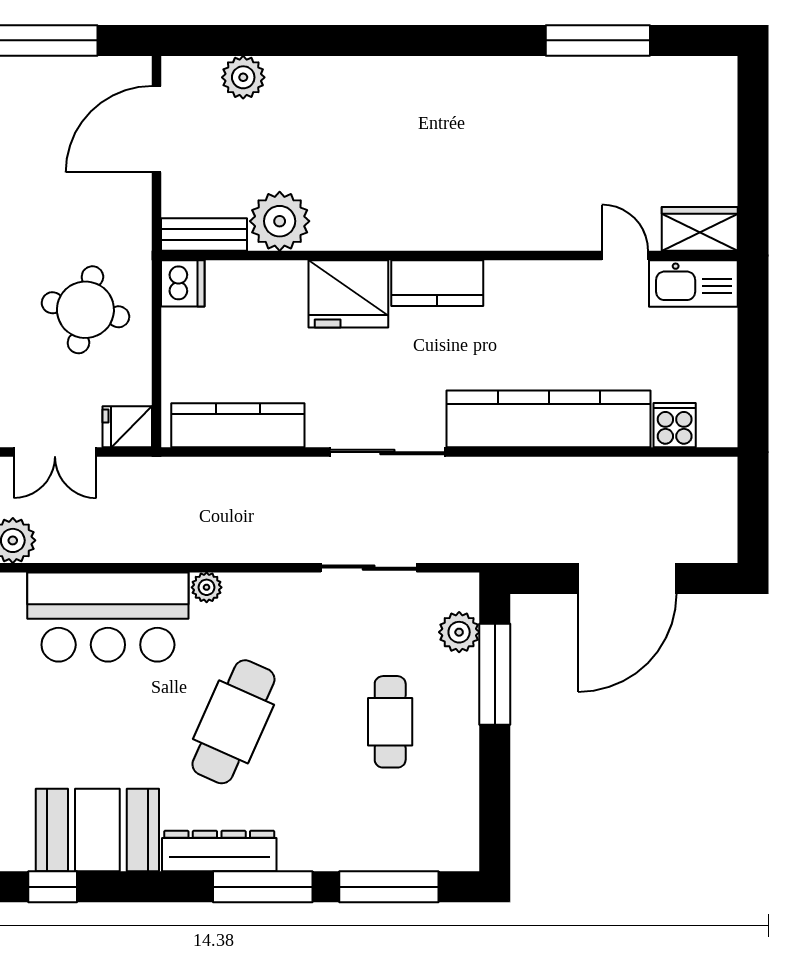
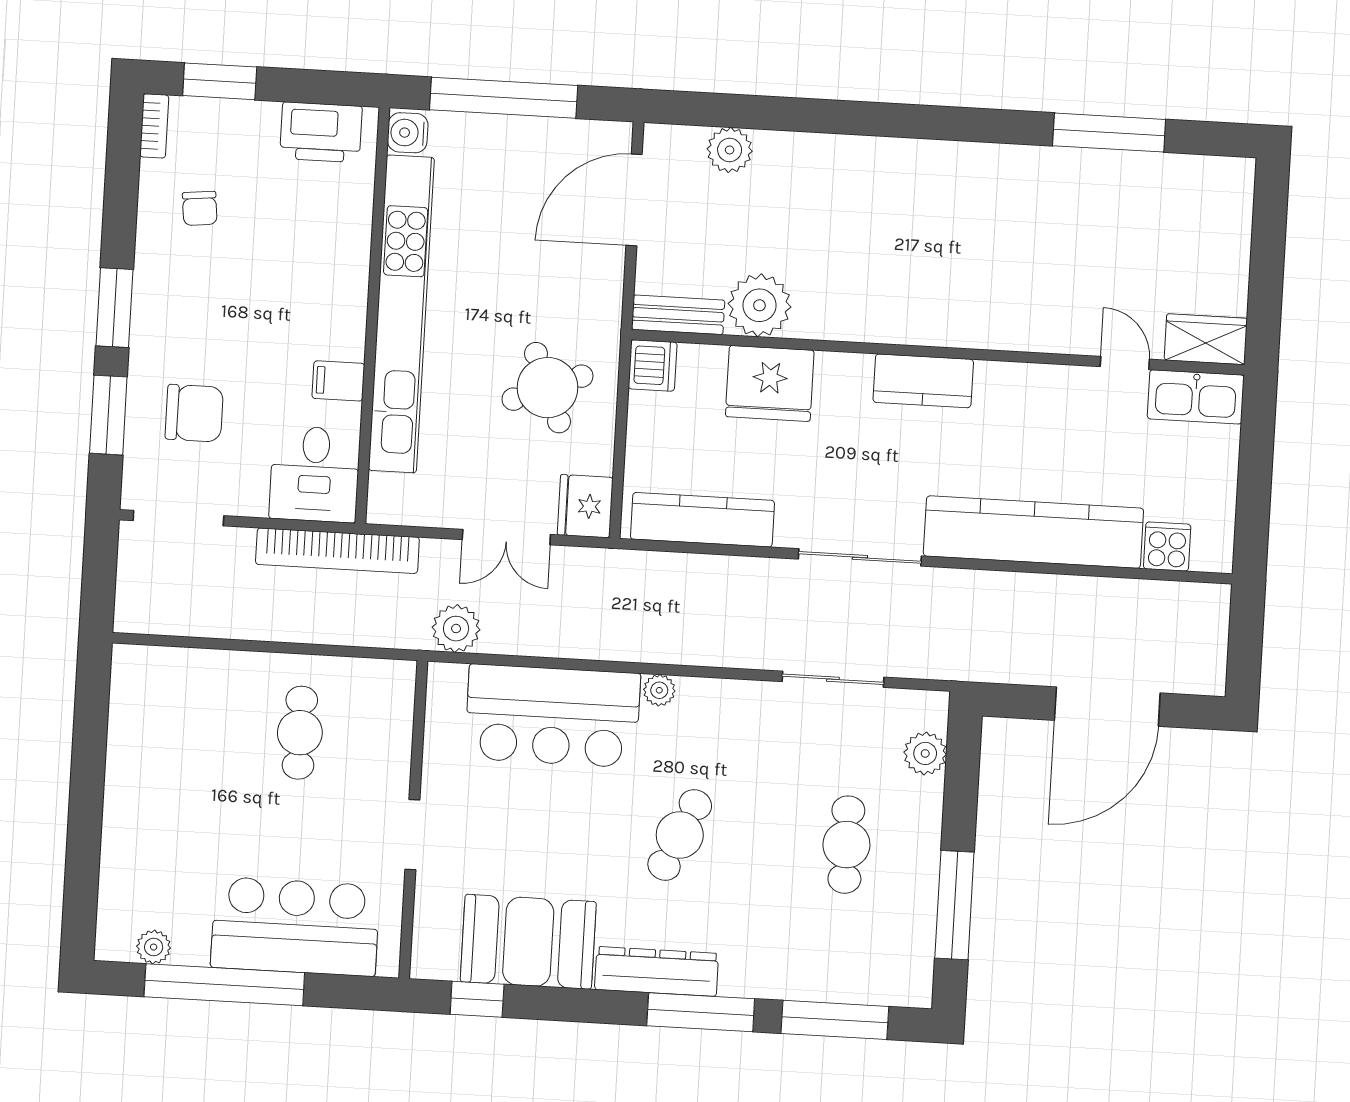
fridge: (348, 294) -> (770, 383), moved
round table: (85, 310) -> (548, 388), turned -34
fridge: (127, 427) -> (585, 506), width x1.38
window: (495, 674) -> (954, 905), moved
cafe table: (233, 722) -> (680, 835), width x0.73, depth x0.74

